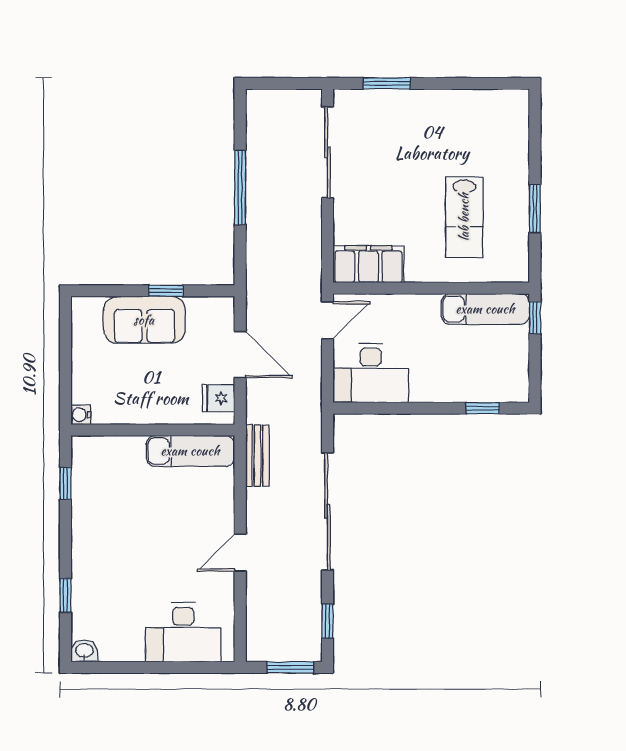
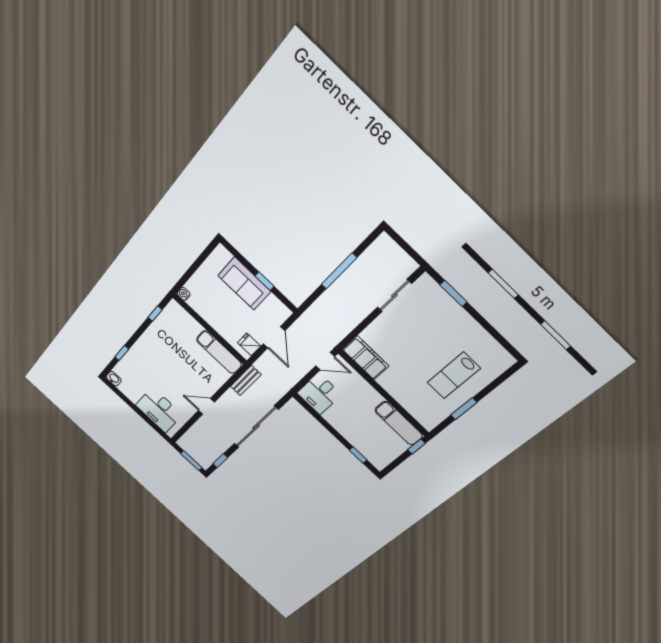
sliding door: (327, 152) -> (394, 296), width x0.73
lab bench: (464, 217) -> (454, 375), moved
desk: (371, 373) -> (319, 394), width x0.73

